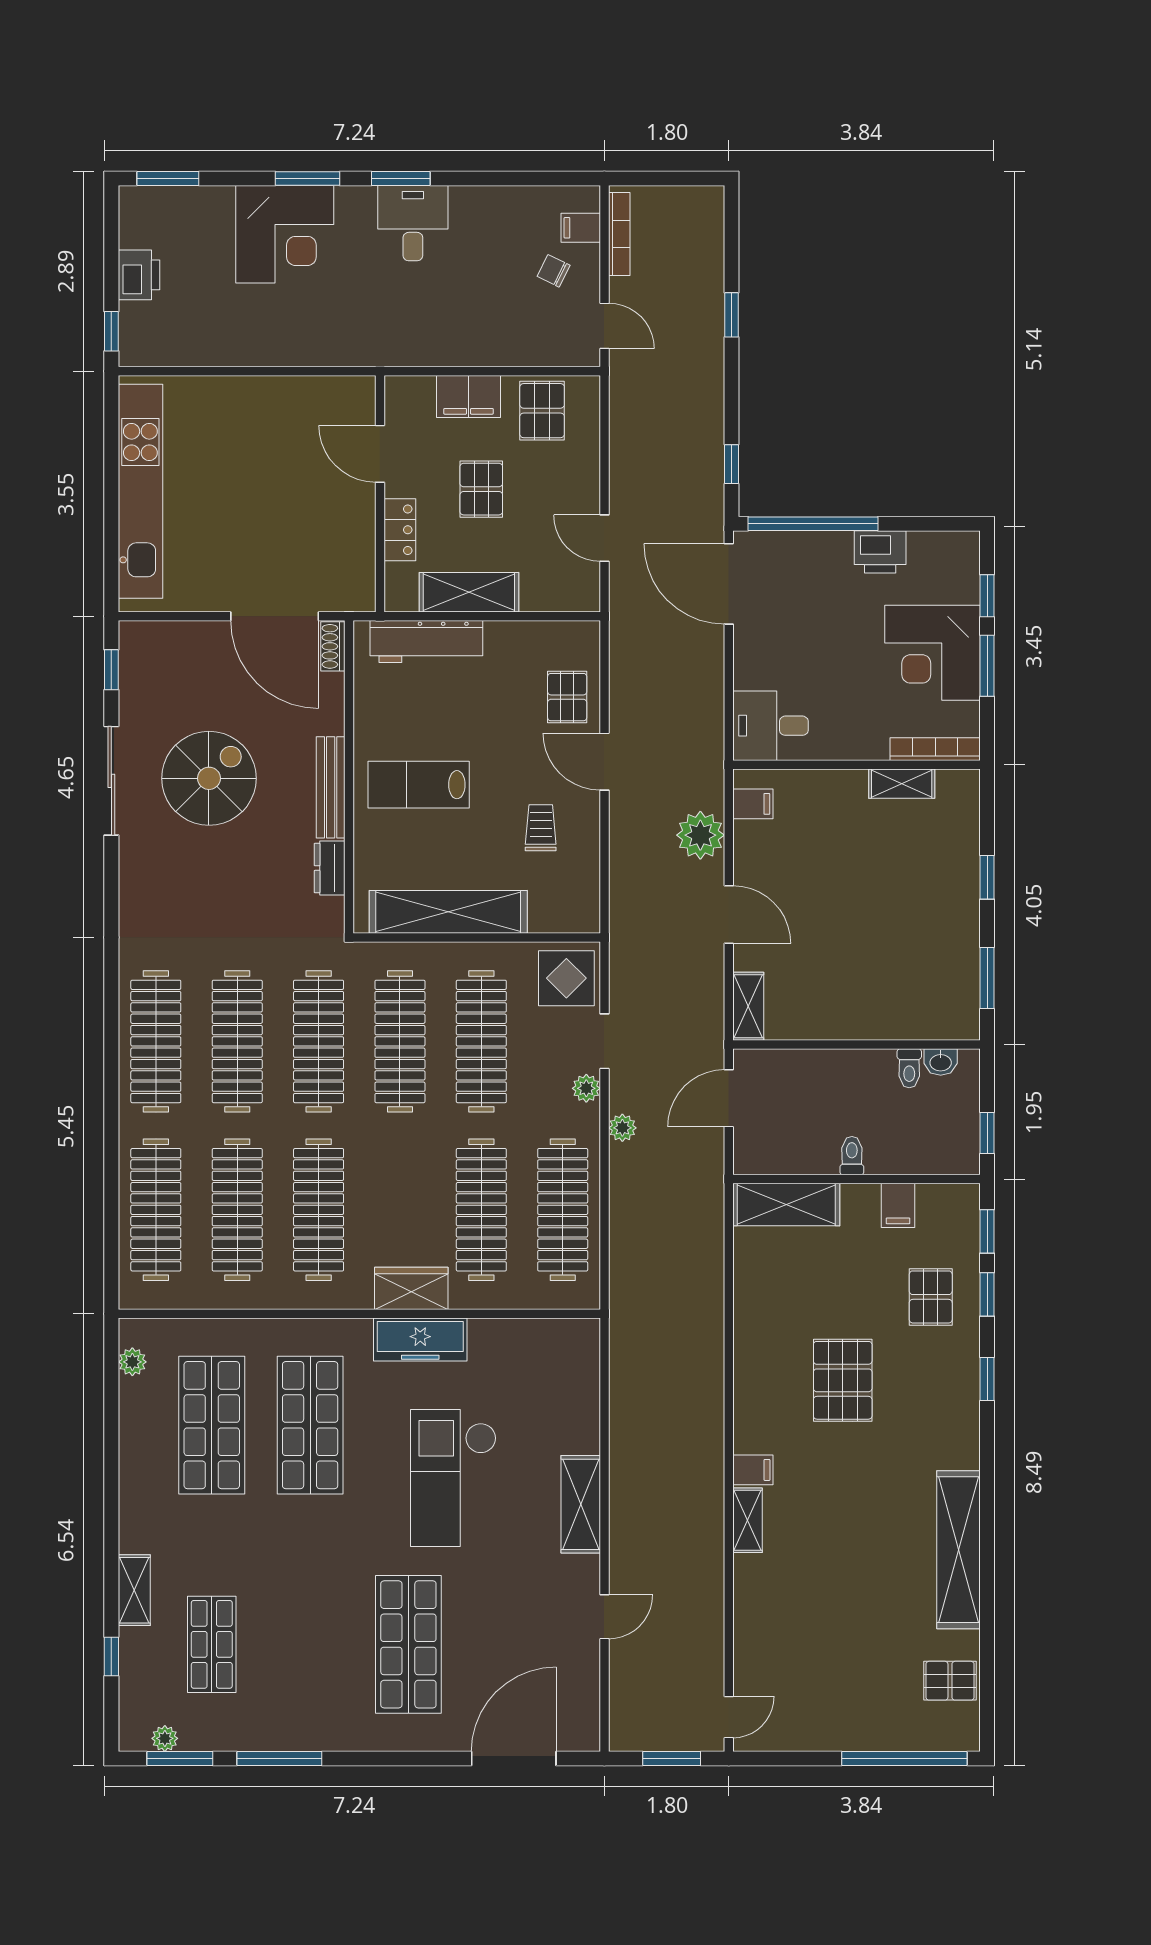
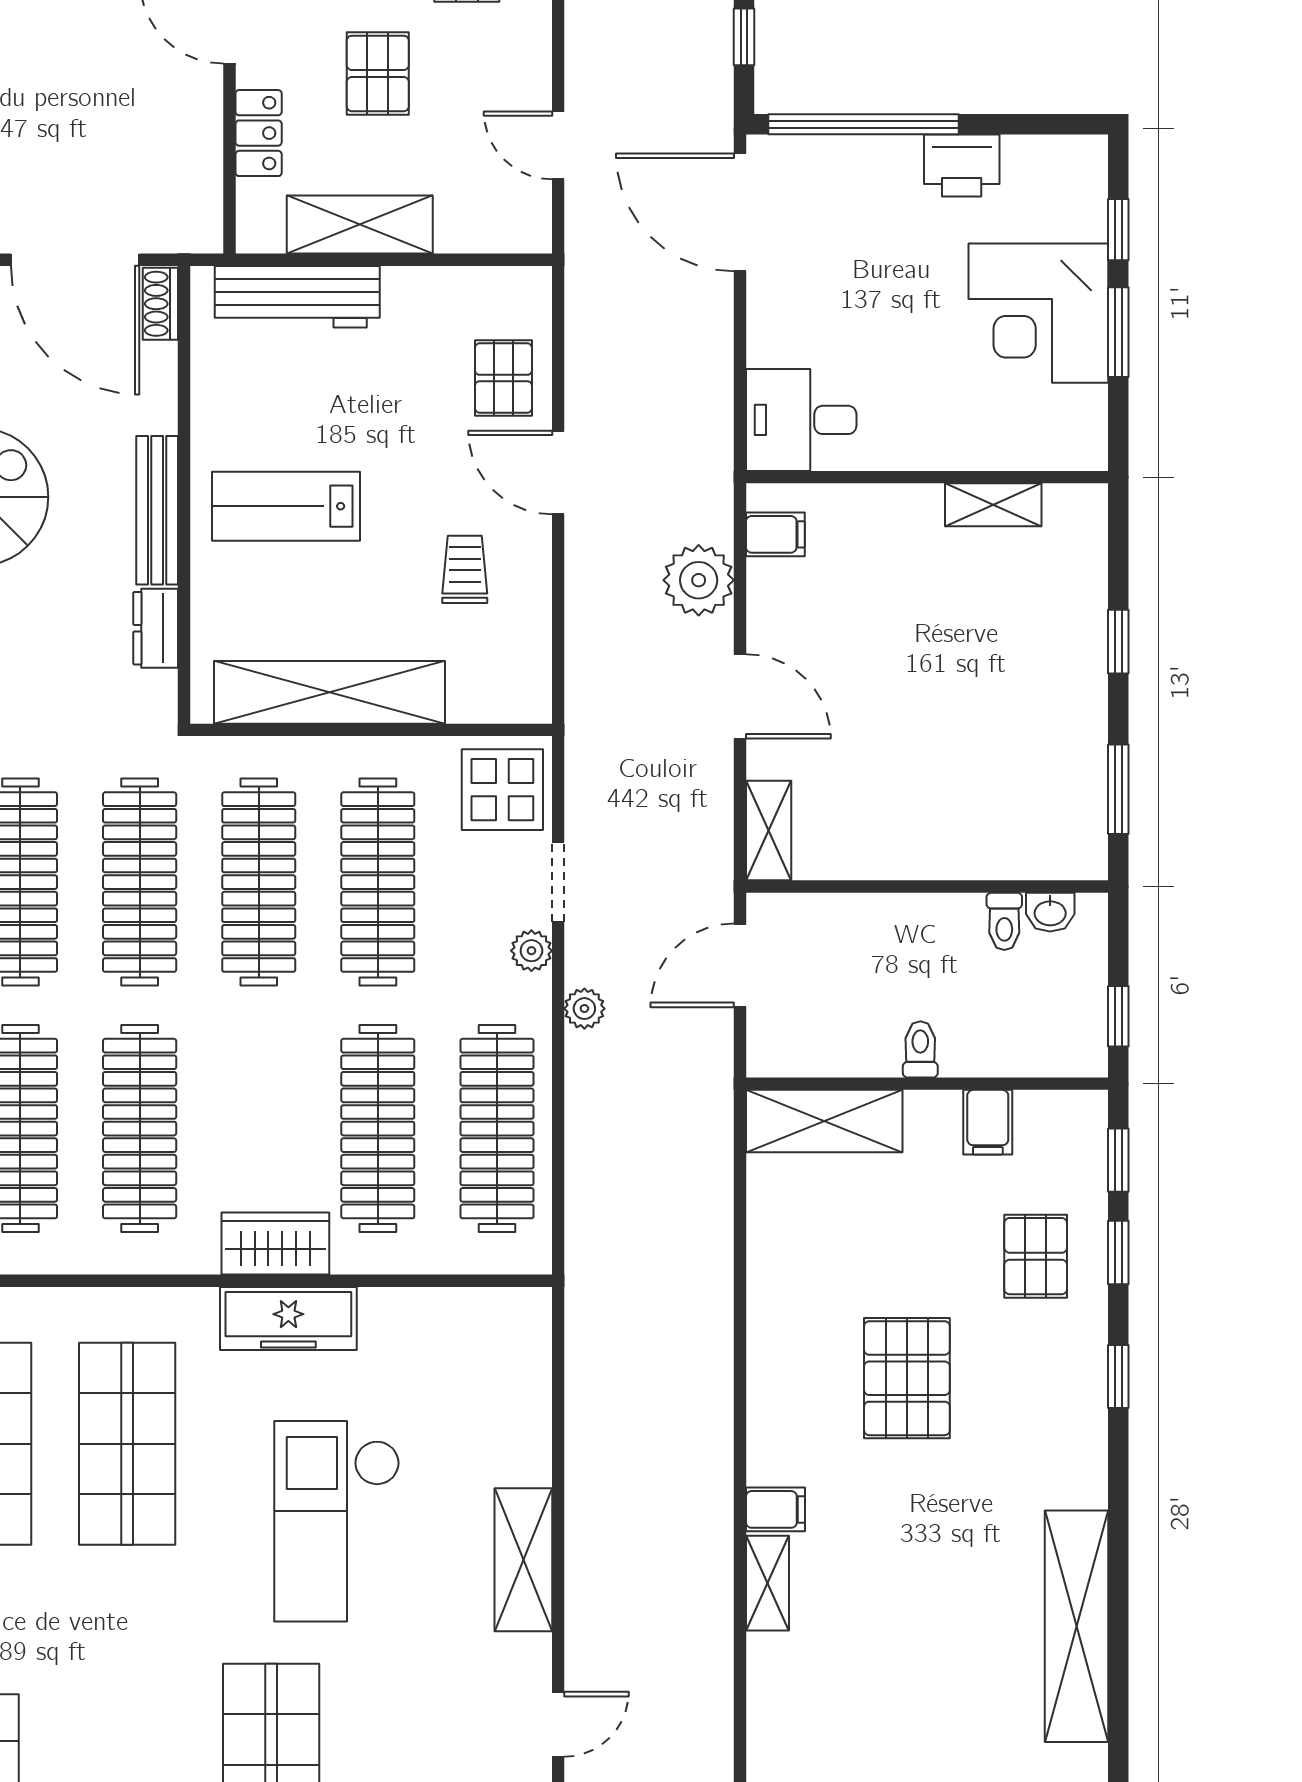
bookcase: (935, 749) -> (1042, 454), removed

